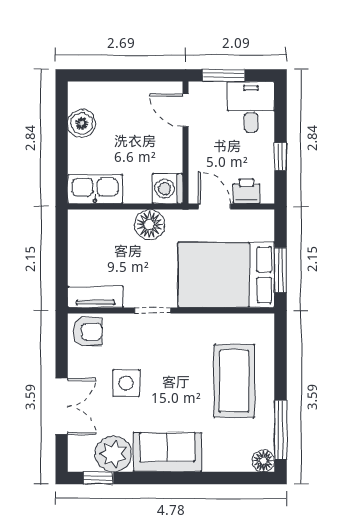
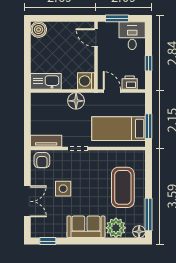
boiler: (82, 123) -> (39, 30), moved
bed: (226, 275) -> (119, 129), width x0.67
armchair: (88, 332) -> (42, 160), turned 90
plant: (113, 454) -> (116, 228), moved

